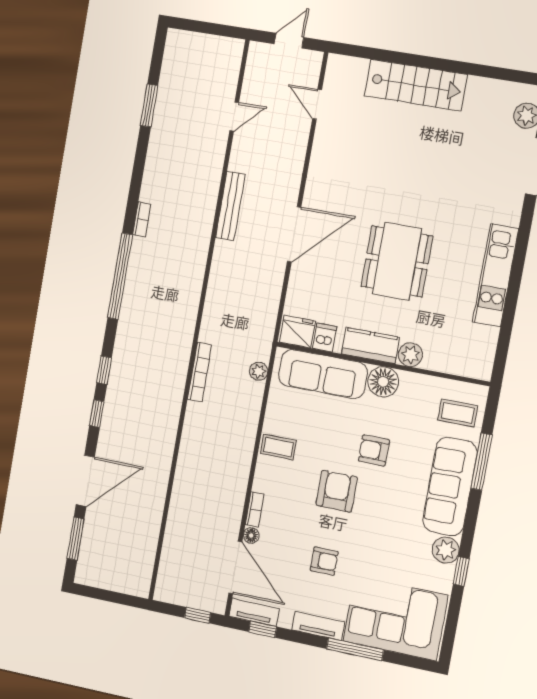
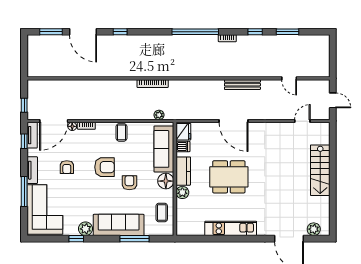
window: (104, 370) -> (255, 32), moved
coffee table: (458, 413) -> (162, 212), moved

